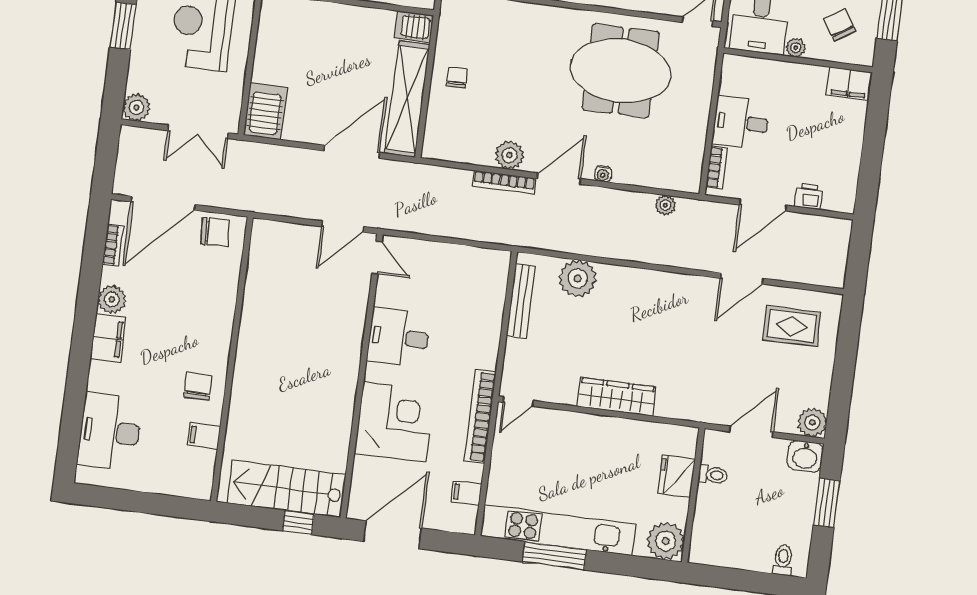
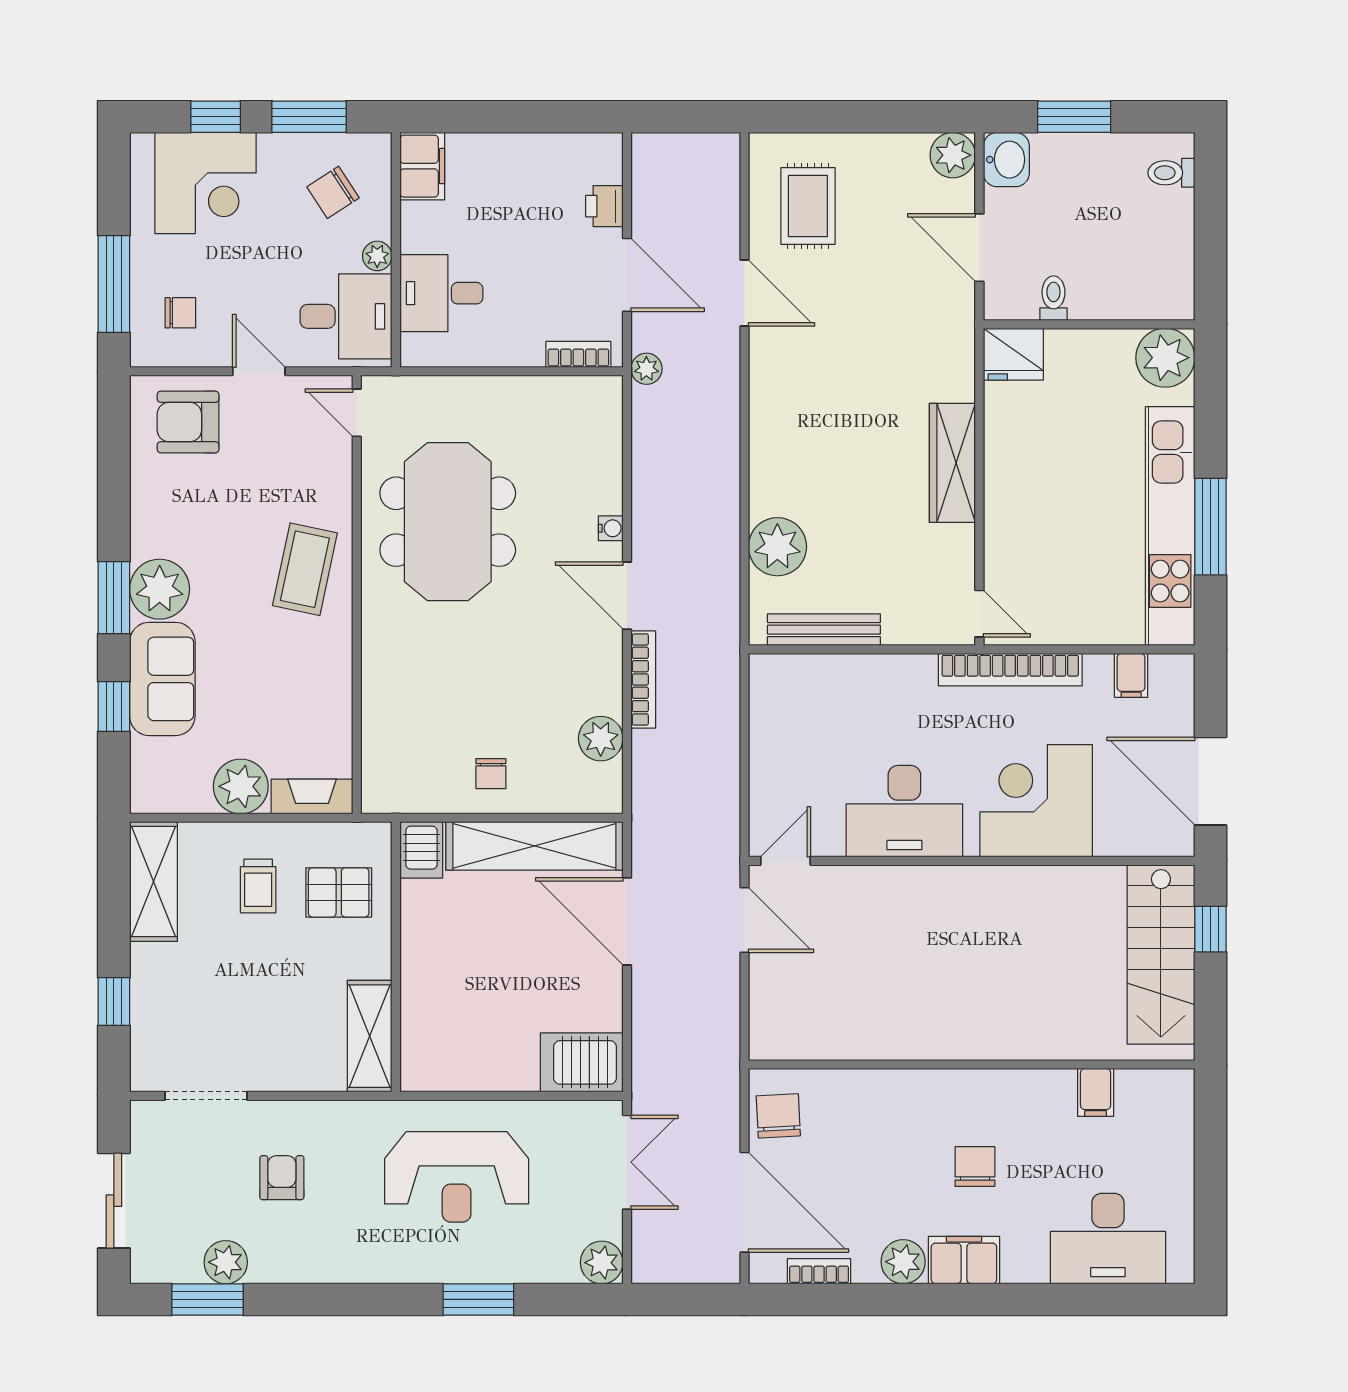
chair: (457, 77) -> (491, 774), turned -90
desk: (741, 123) -> (441, 293), moved, turned 90
plant: (509, 155) -> (601, 739), moved
plant: (665, 205) -> (646, 369), moved
desk: (399, 337) -> (904, 811), width x1.37
chair: (198, 386) -> (975, 1167), moved, turned 90
fridge: (676, 476) -> (1013, 354), moved

